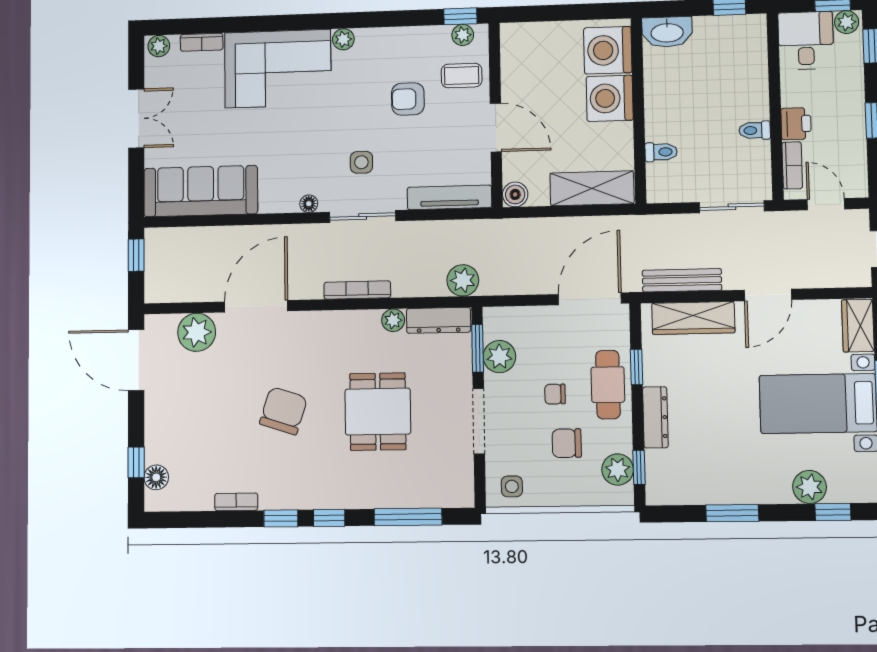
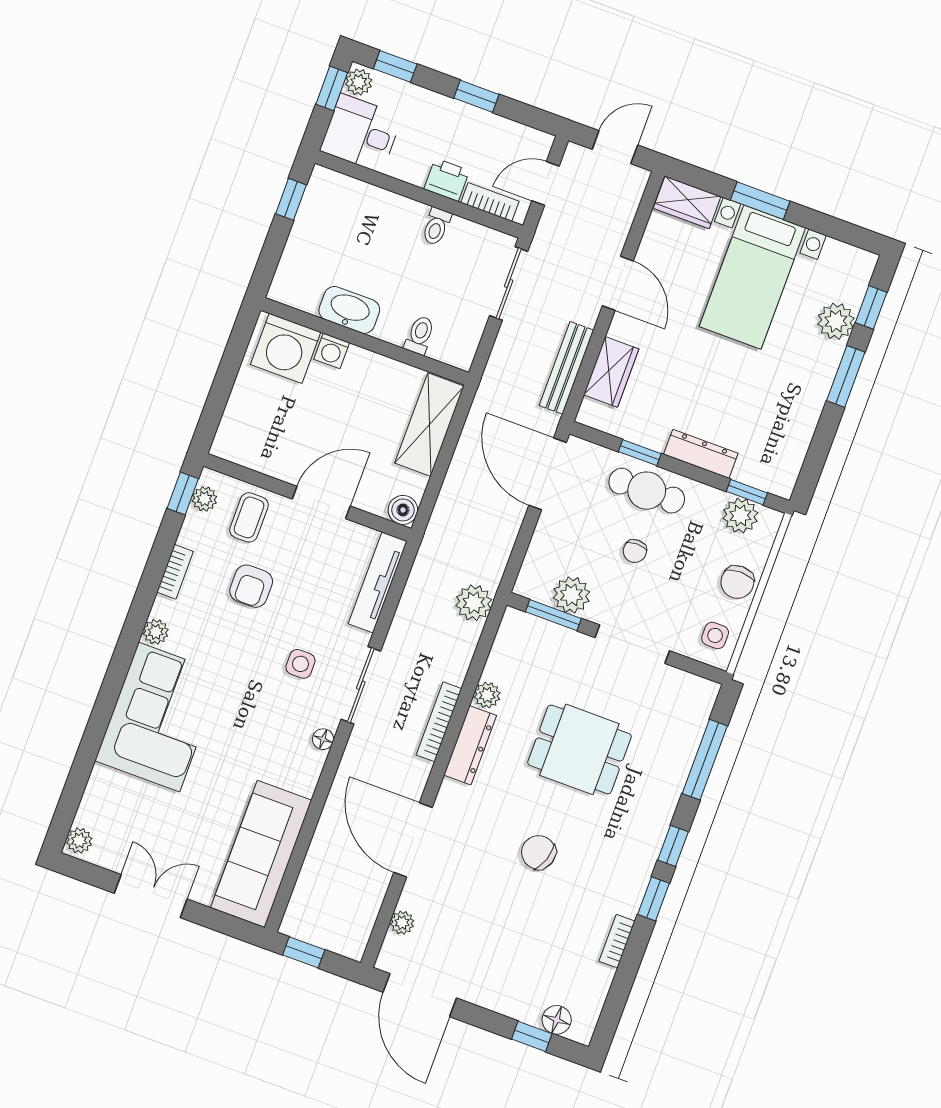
washbasin: (667, 32) -> (349, 310), moved, turned -90
bookcase: (202, 42) -> (175, 572), moved
washing machine: (610, 98) -> (332, 351), width x0.53, depth x0.53
wardrobe: (693, 318) -> (611, 372), width x0.67
dresser: (439, 320) -> (470, 745), moved
plant: (197, 332) -> (402, 923), width x0.53, depth x0.53
door: (136, 360) -> (420, 995), hinge flipped
chair: (283, 411) -> (539, 852), width x0.73, depth x0.73
chair: (567, 443) -> (737, 582), moved
window: (732, 513) -> (846, 376), moved

